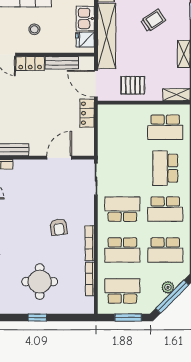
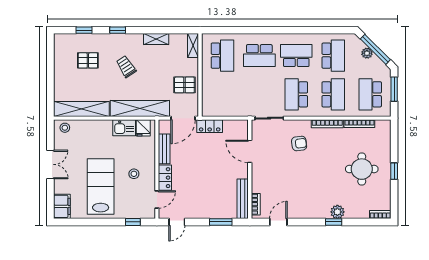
pallet: (133, 85) -> (184, 85), turned 90
school desk: (165, 209) -> (296, 56), turned -90
armchair: (59, 227) -> (299, 143), moved

